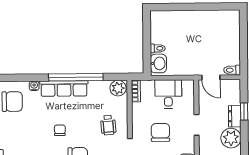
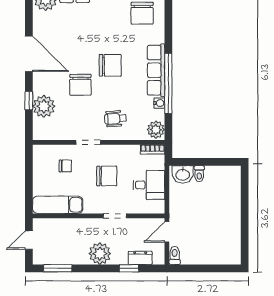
water cooler: (34, 86) -> (159, 103), moved
dresser: (235, 116) -> (140, 258), moved
chair: (60, 130) -> (110, 65), width x1.87, depth x1.87

